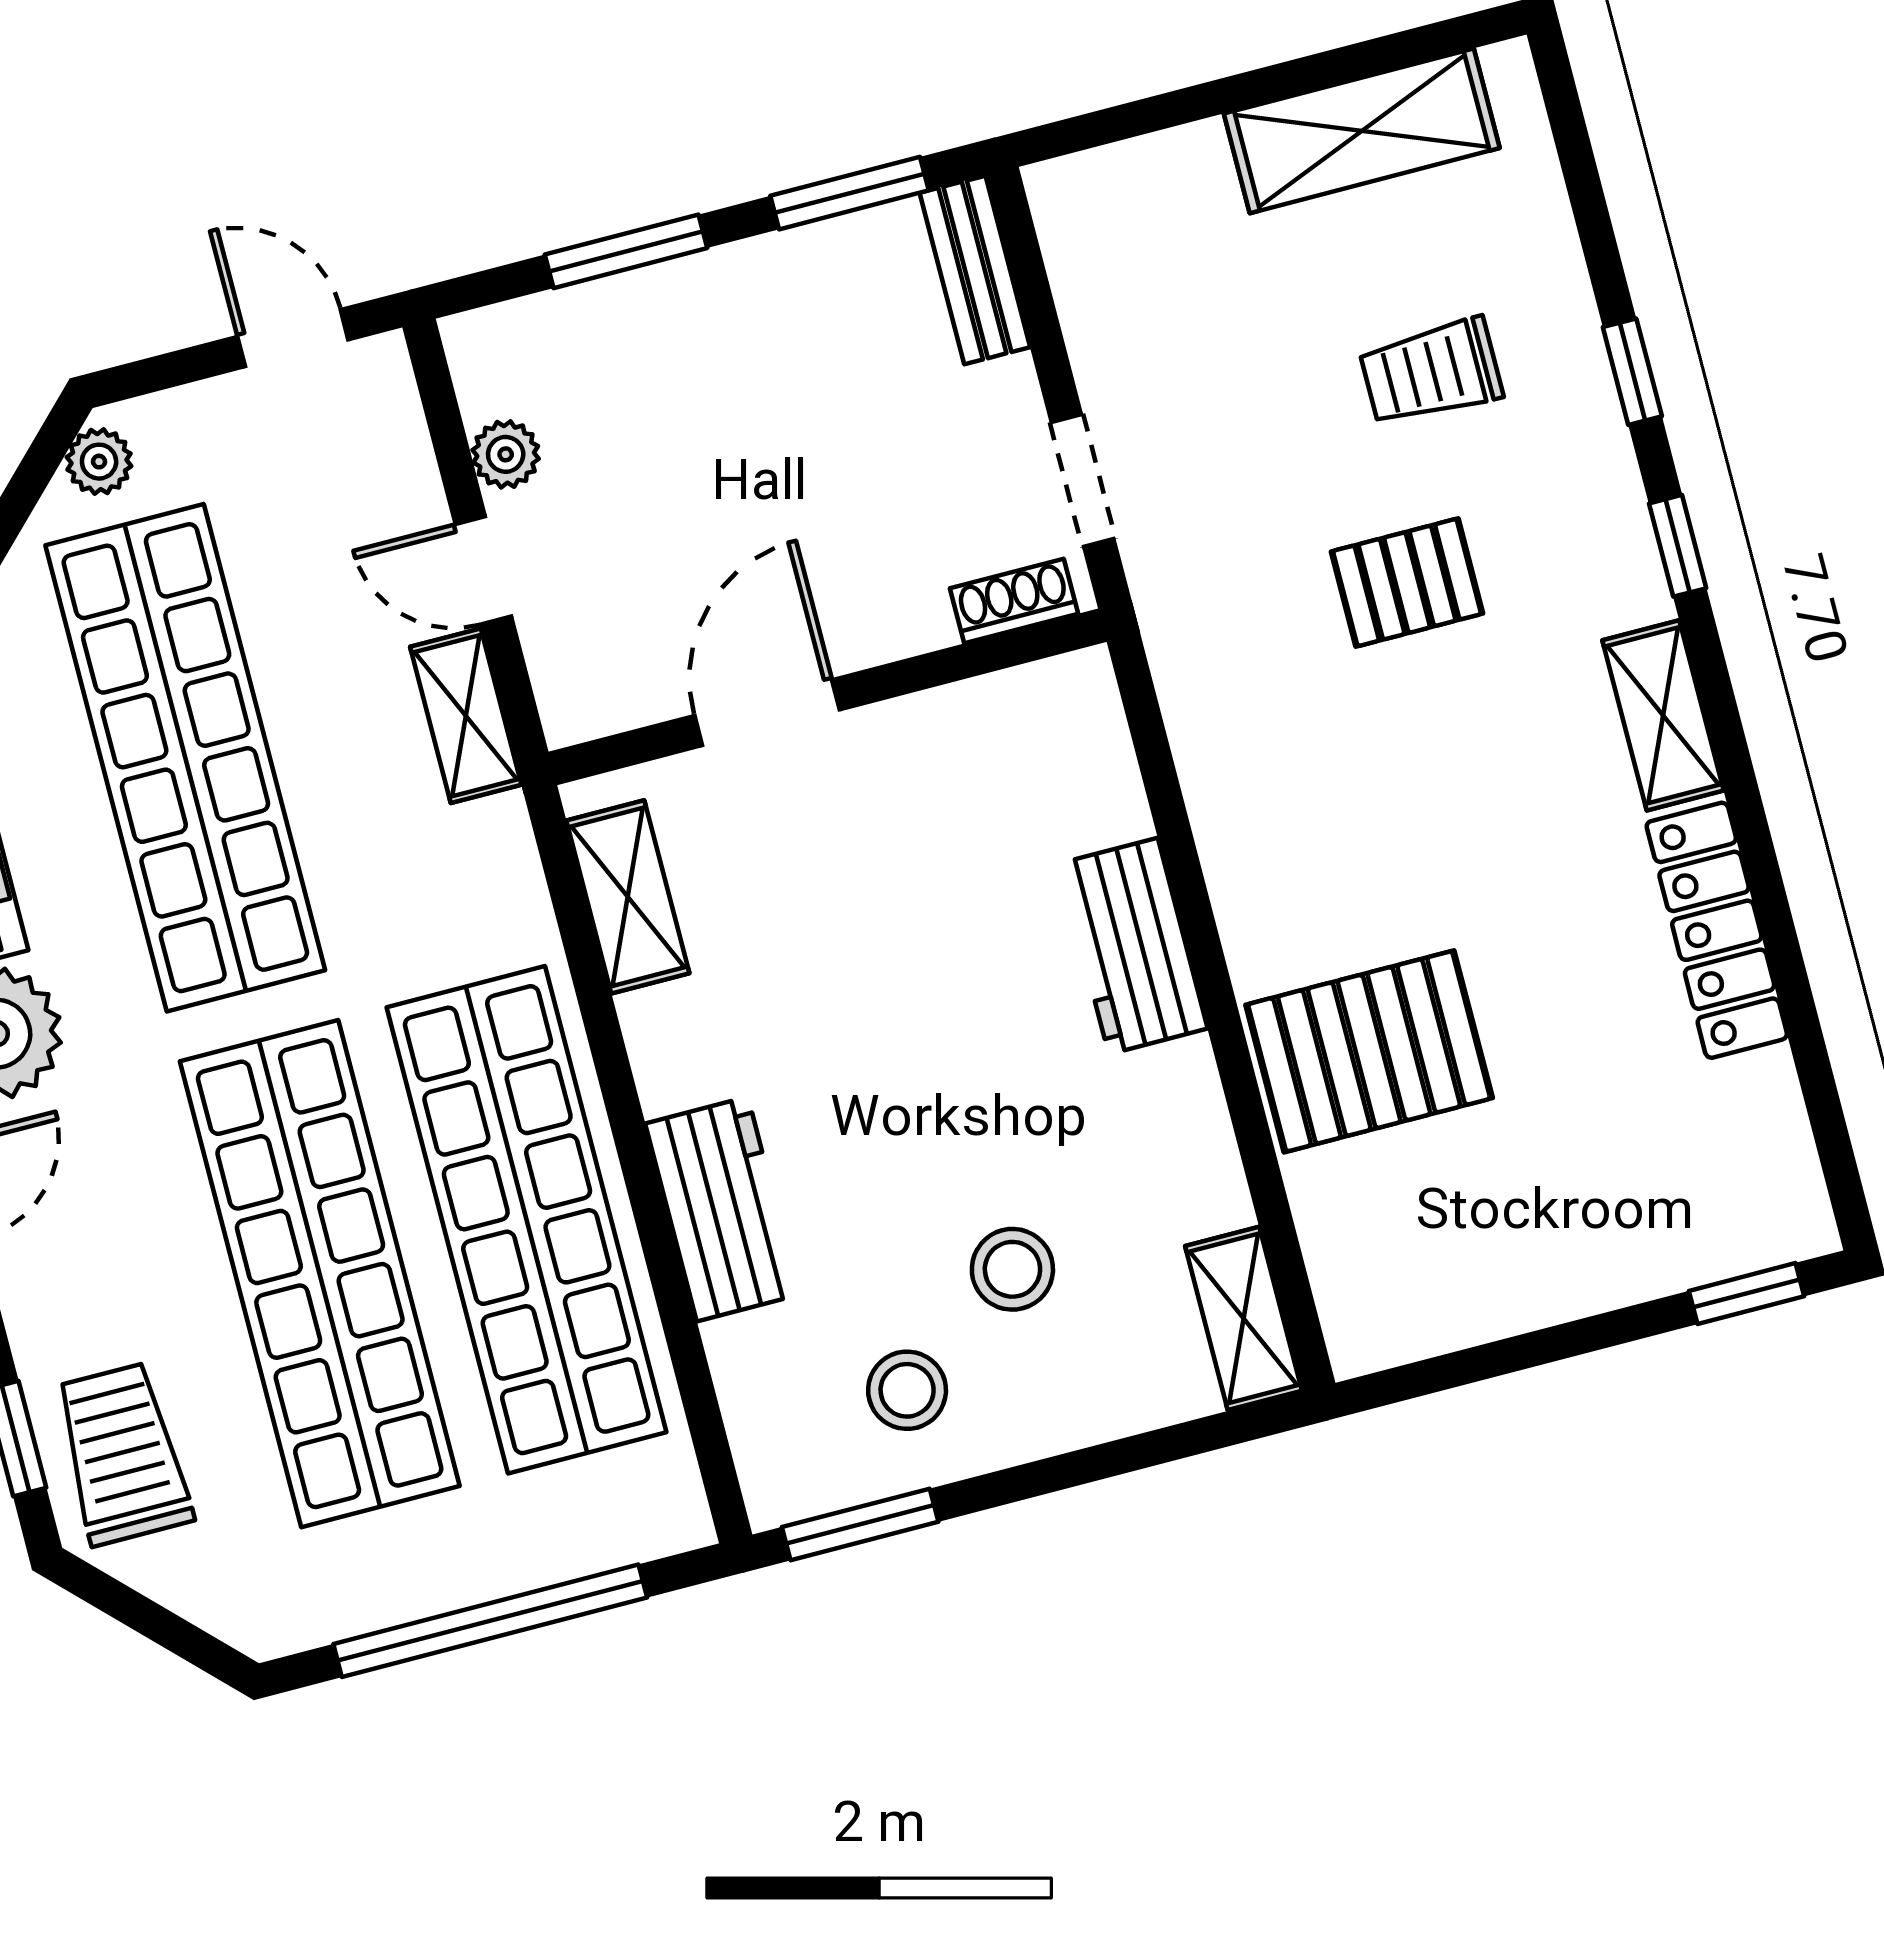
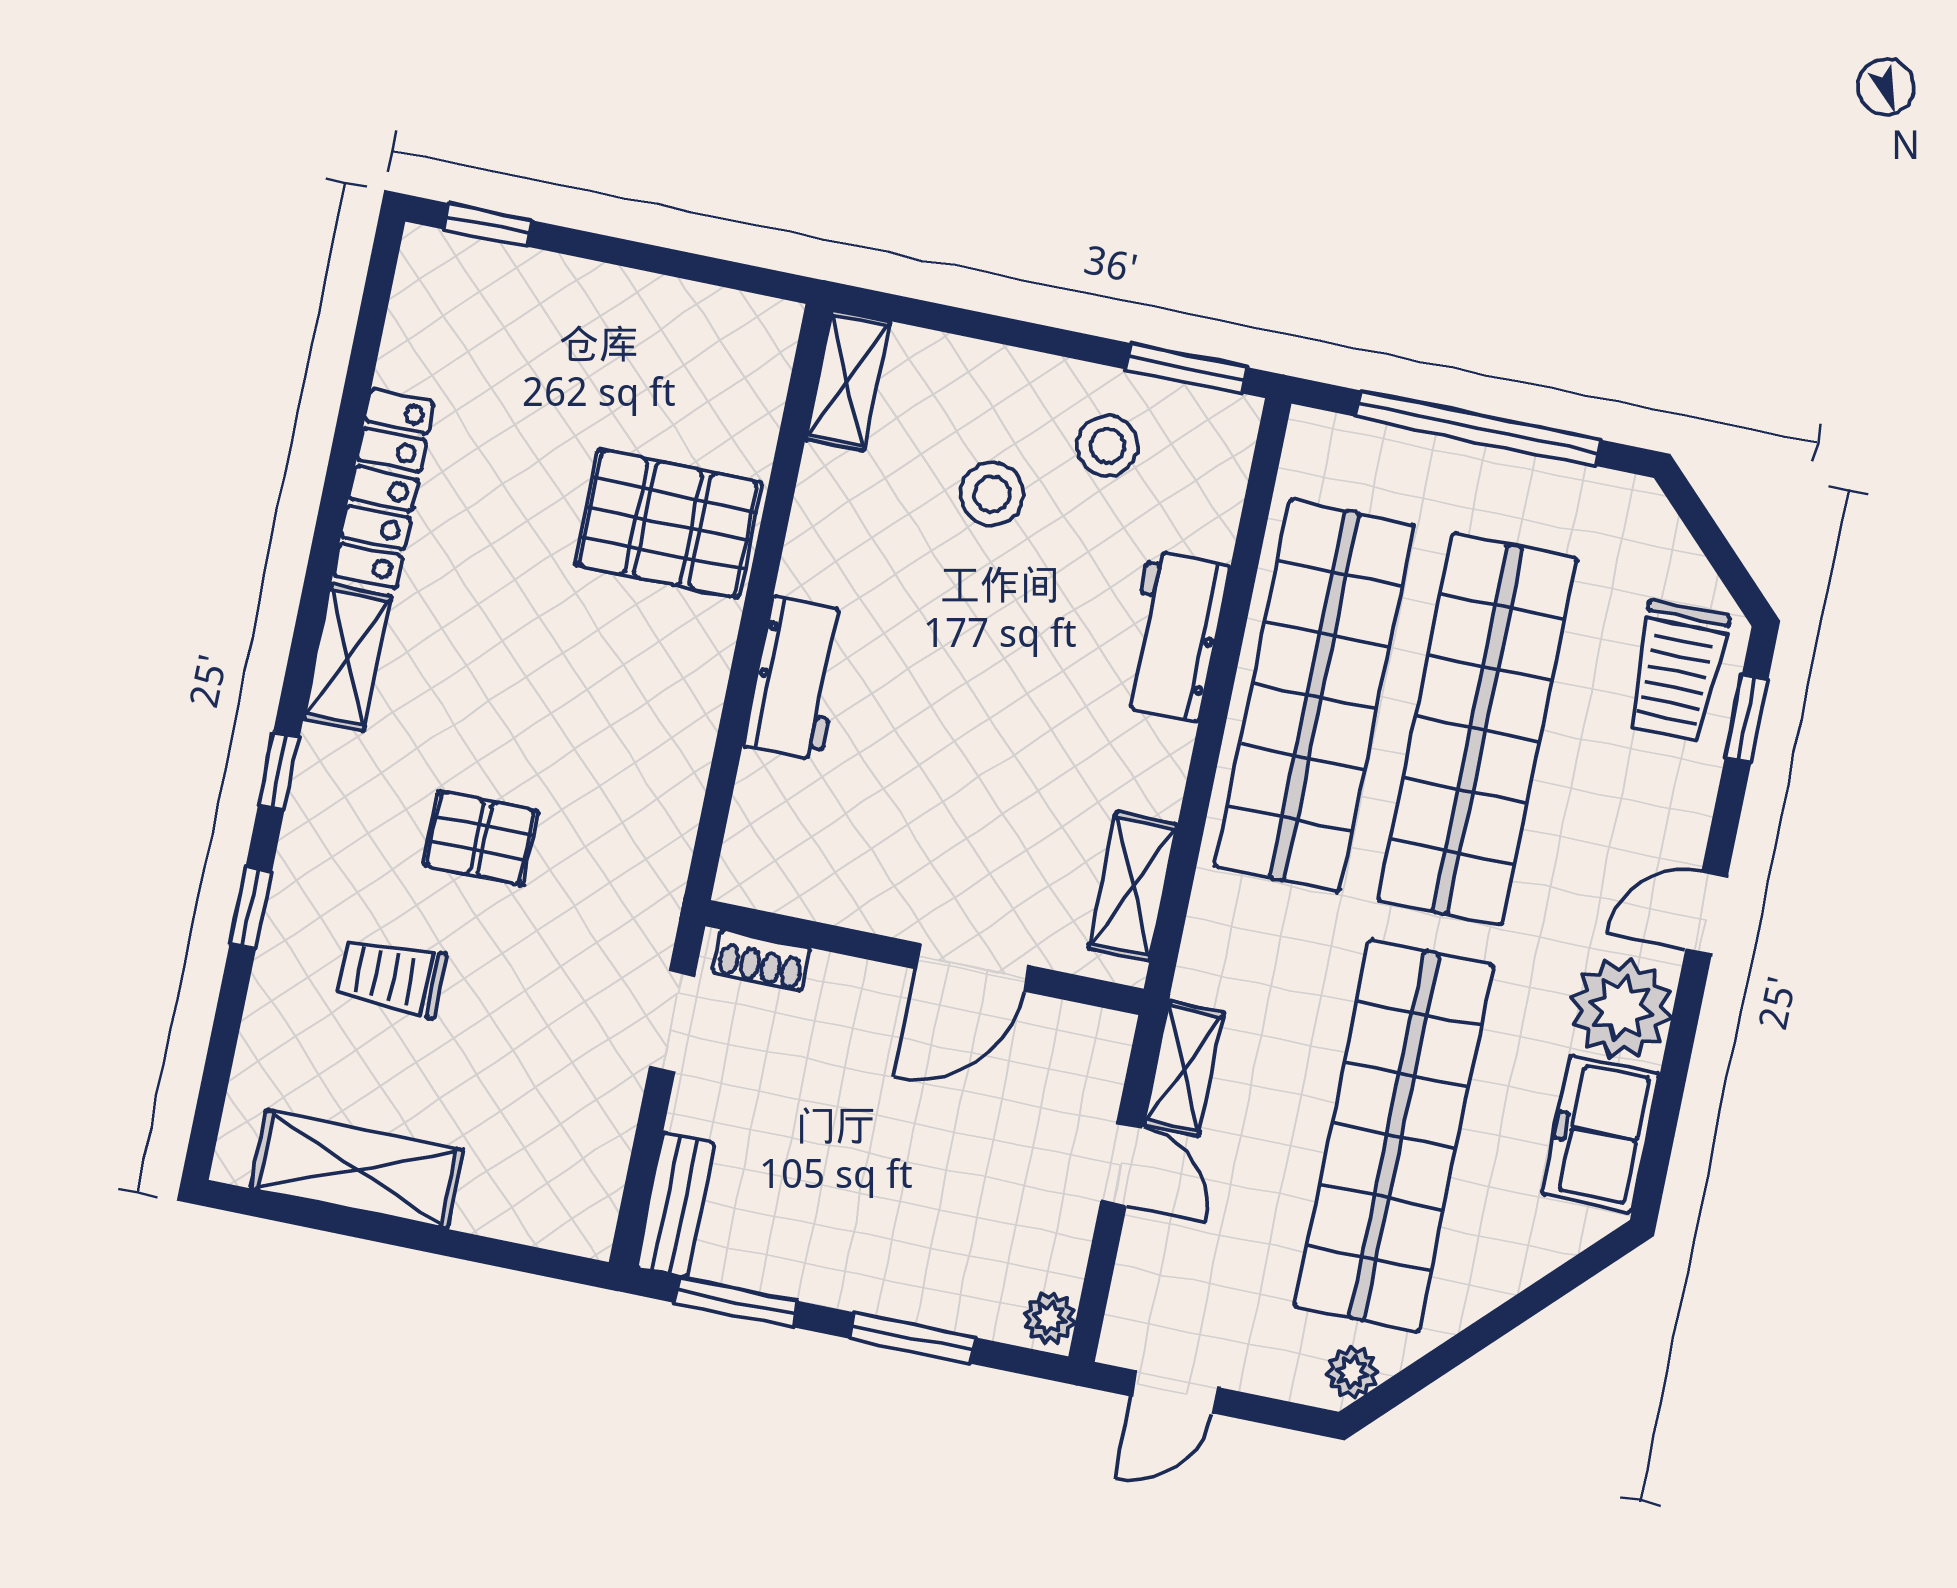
door: (293, 338) -> (1175, 1392), hinge flipped
trolley: (1431, 372) -> (391, 977), turned 180
plant: (506, 454) -> (1049, 1318), moved

